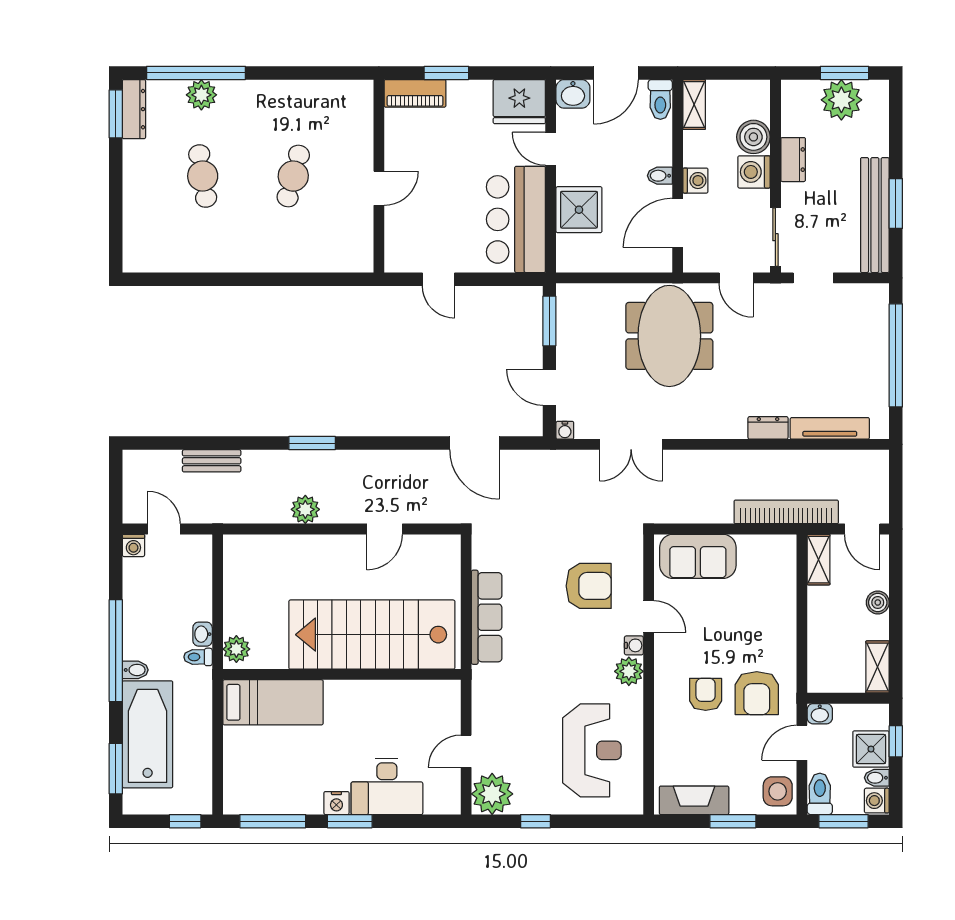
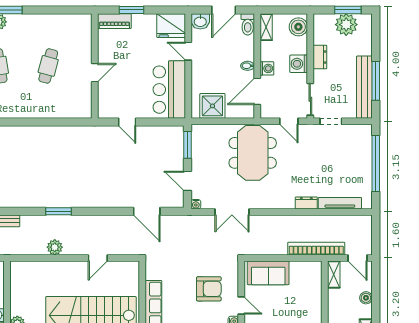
boiler: (753, 137) -> (298, 27), moved
window: (896, 204) -> (376, 81), width x1.44
shower: (579, 210) -> (212, 106), moved

